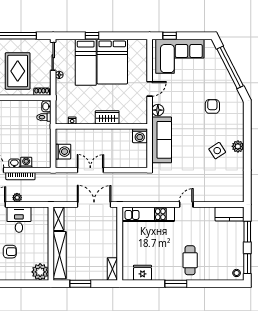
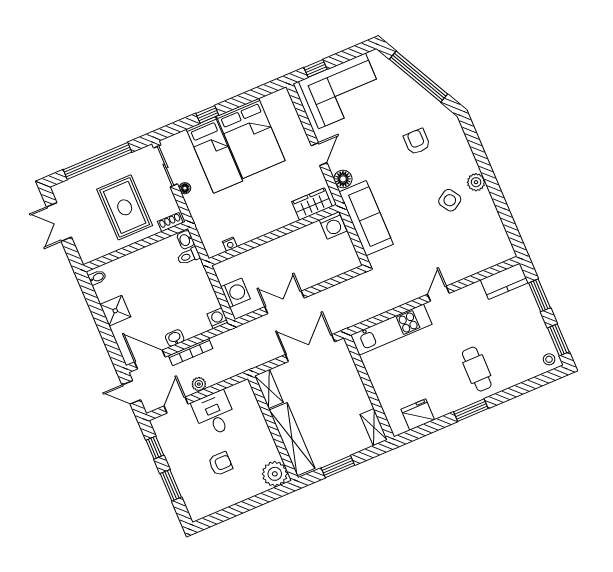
wardrobe: (107, 117) -> (312, 204), moved
washing machine: (26, 162) -> (217, 318), moved

